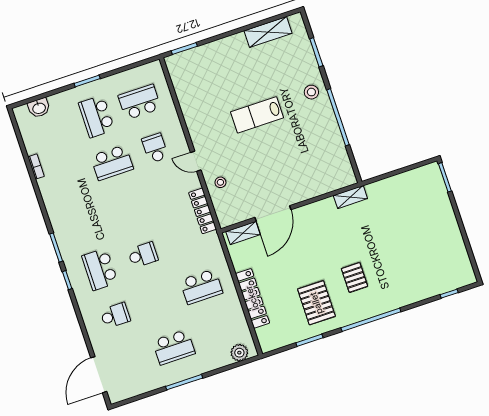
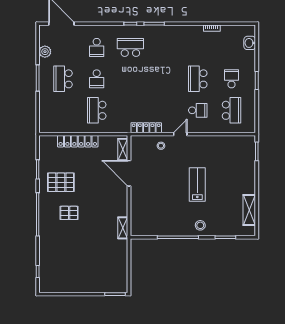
school desk: (97, 116) -> (231, 79), width x0.54
school desk: (143, 255) -> (97, 79), moved
plant: (239, 353) -> (45, 52), moved

